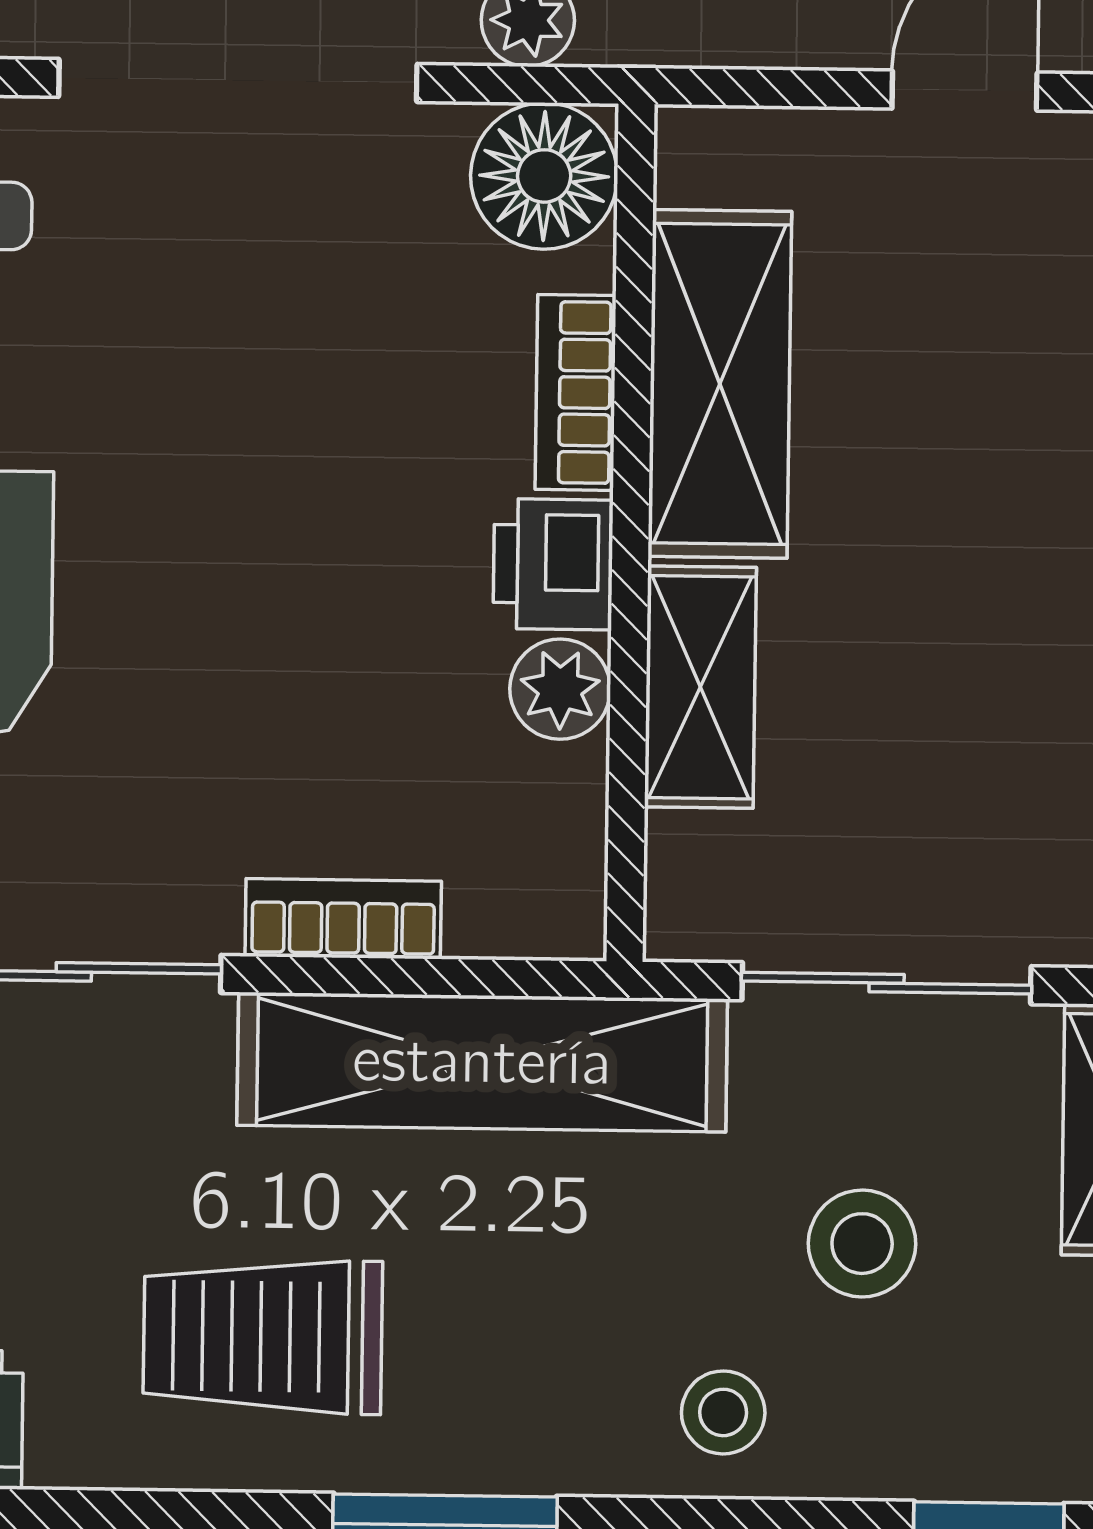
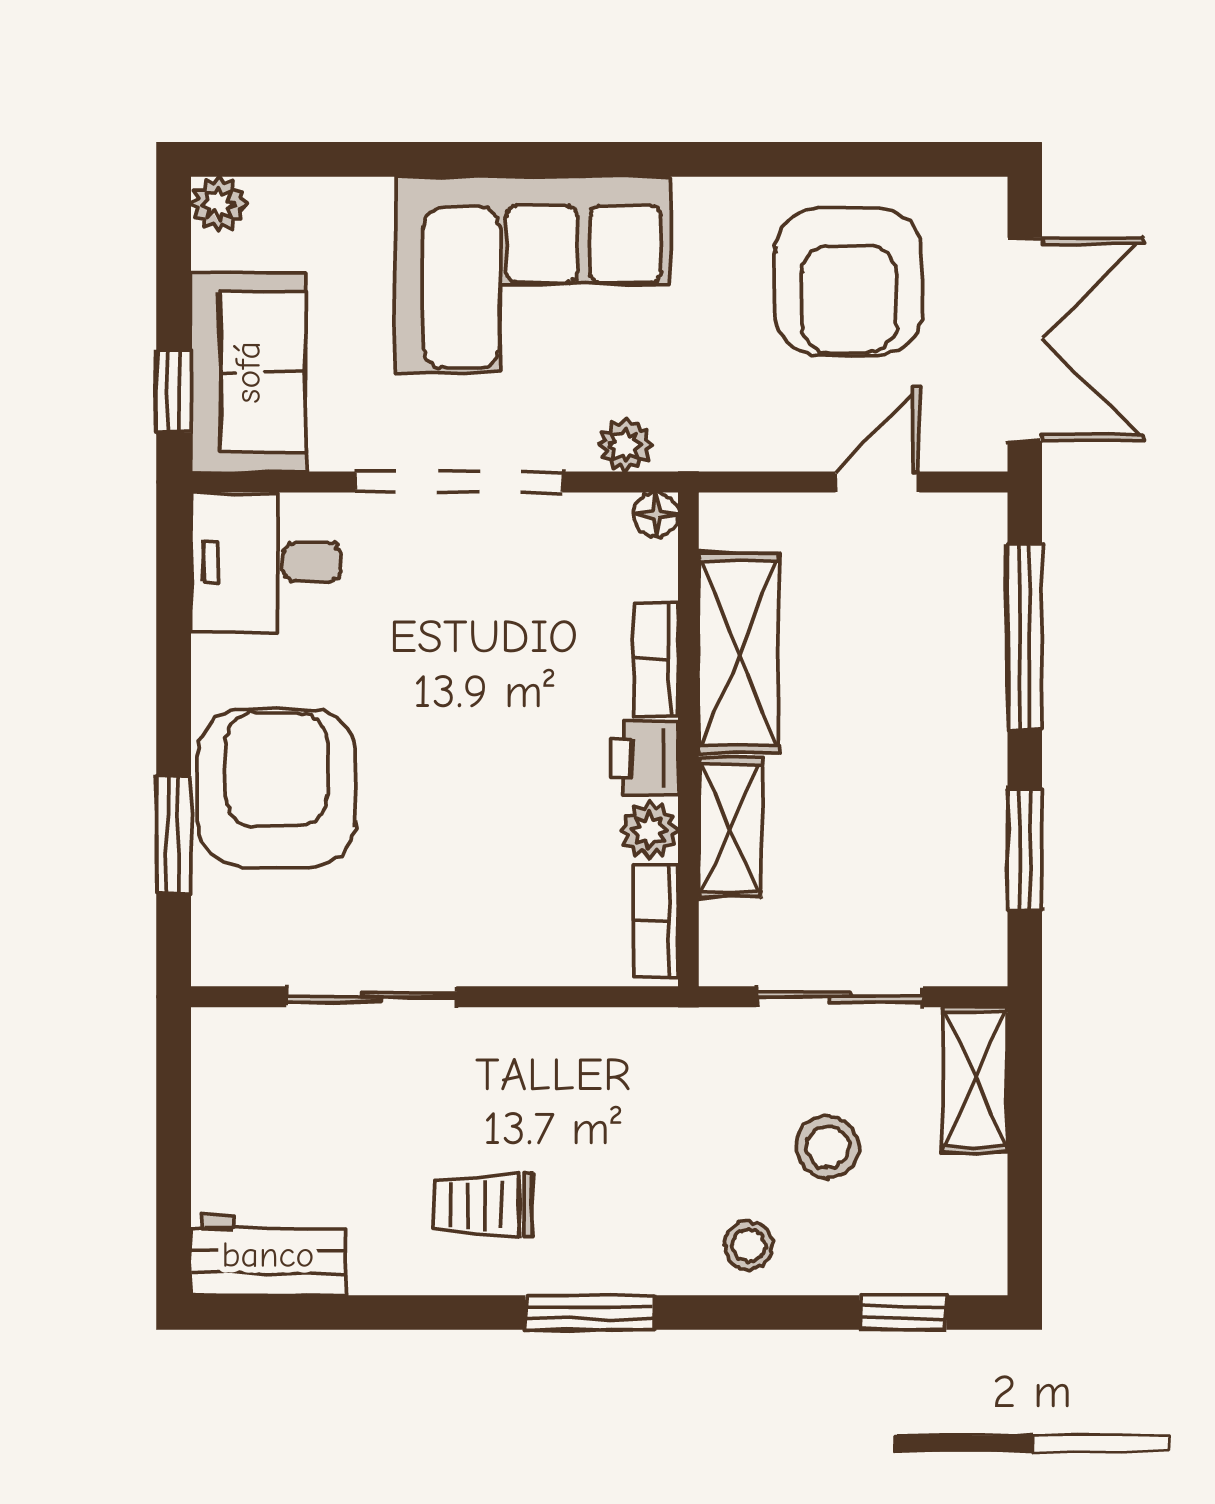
floor lamp: (544, 176) -> (656, 515), width x0.53, depth x0.53
bookcase: (343, 919) -> (656, 921), moved, turned -90
shelving: (482, 1062) -> (607, 1045), removed
trolley: (263, 1336) -> (483, 1205), width x0.73, depth x0.72

